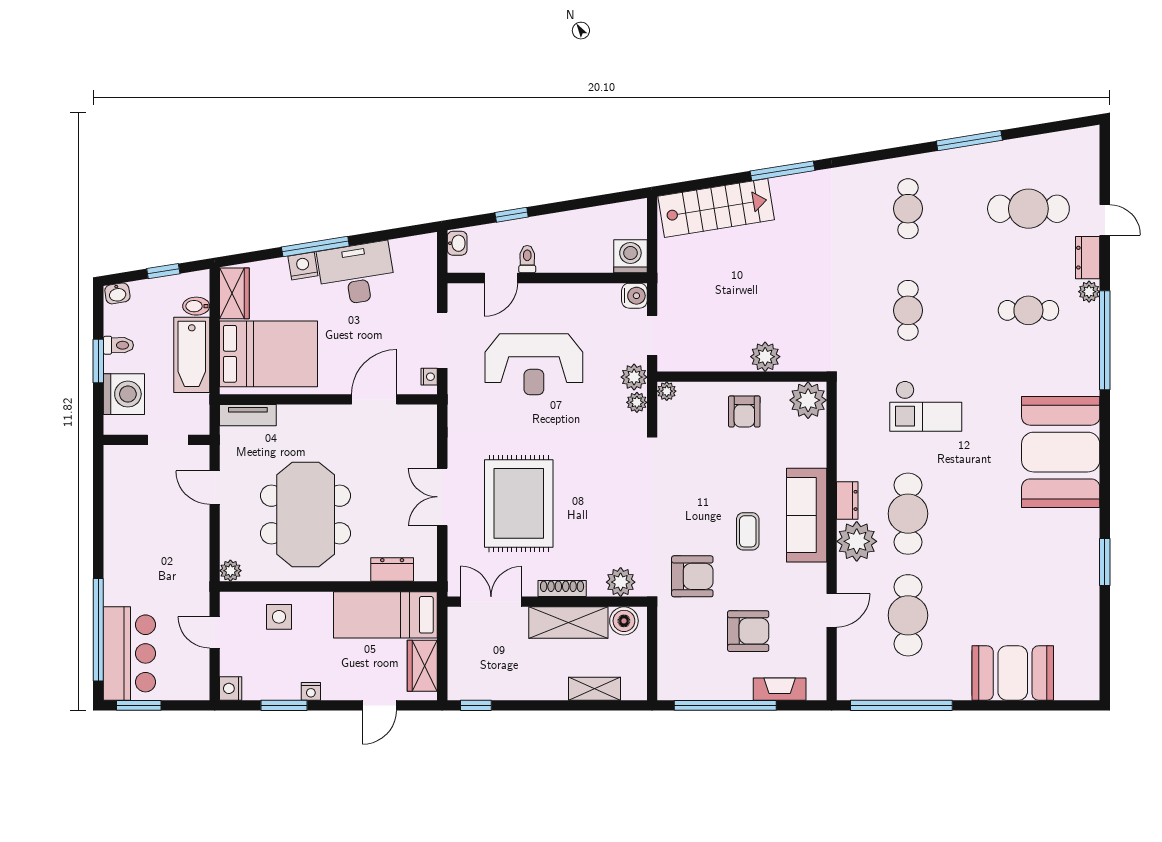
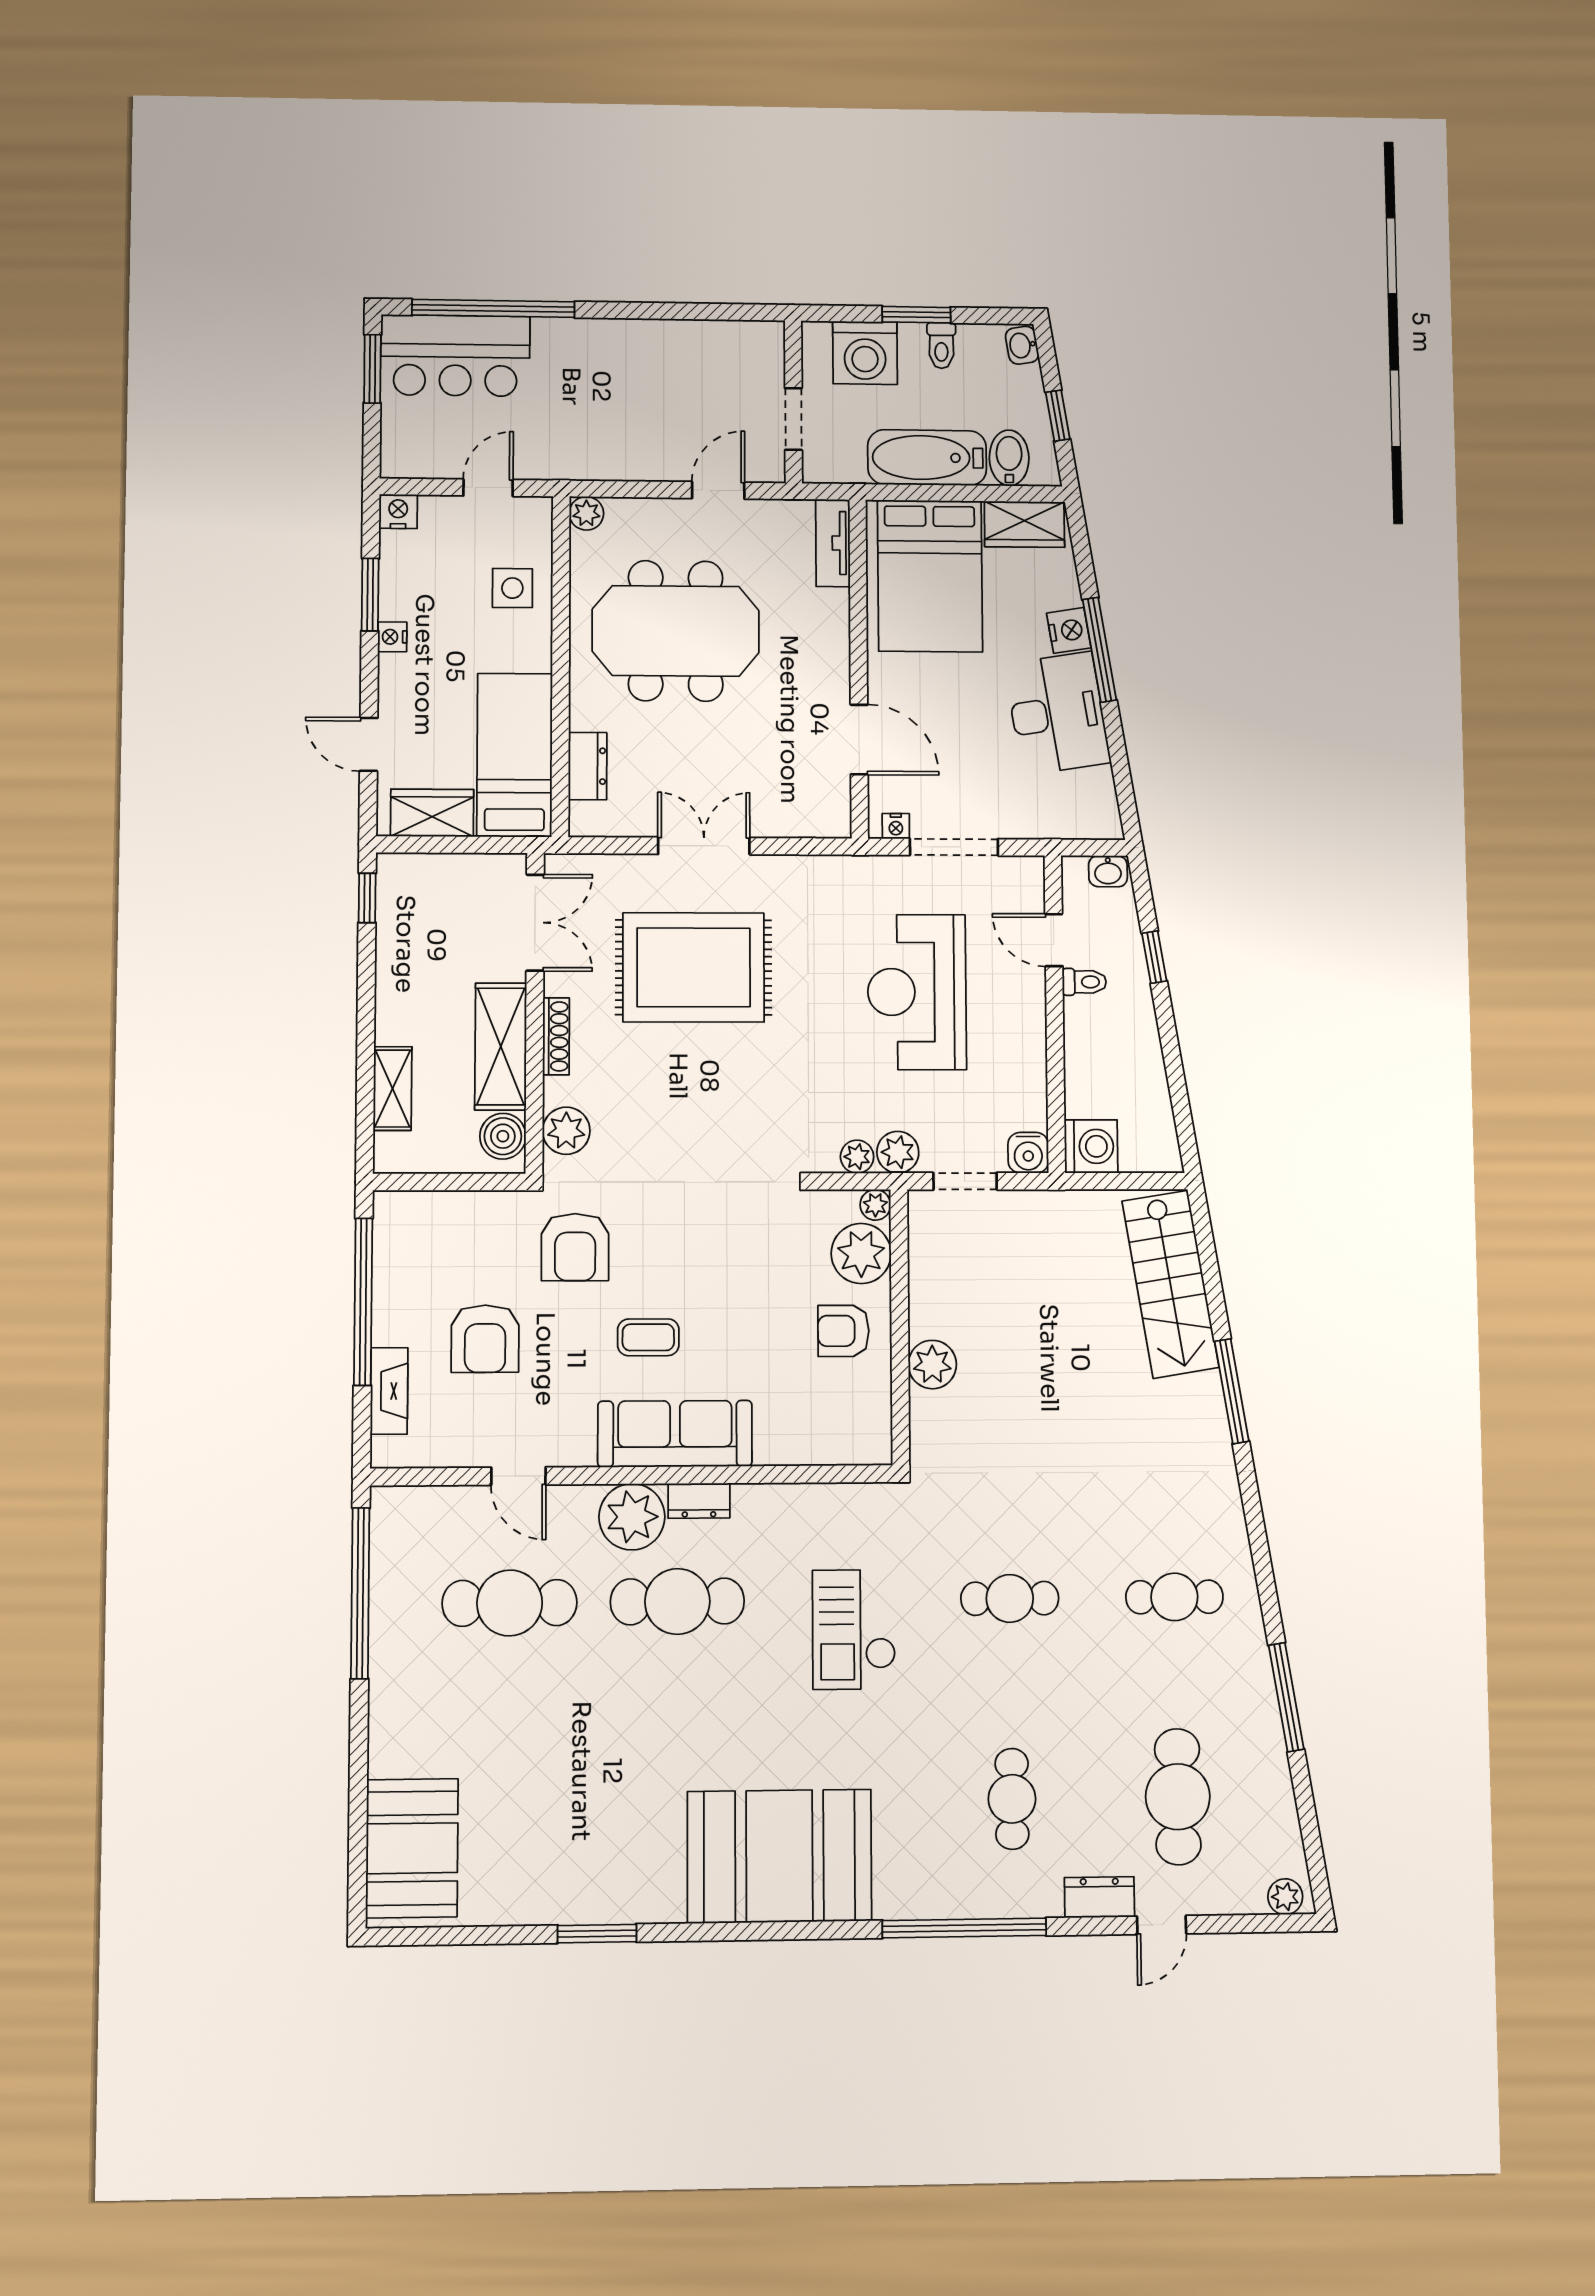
plant: (1089, 292) -> (1285, 1897), moved
bidet: (196, 306) -> (1009, 458), width x1.38, depth x1.36
plant: (808, 400) -> (861, 1254), moved
booth: (1013, 673) -> (412, 1848), moved

